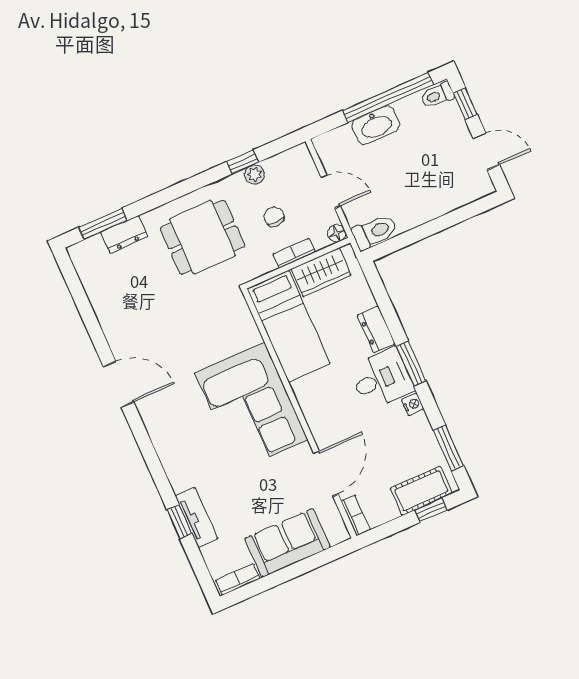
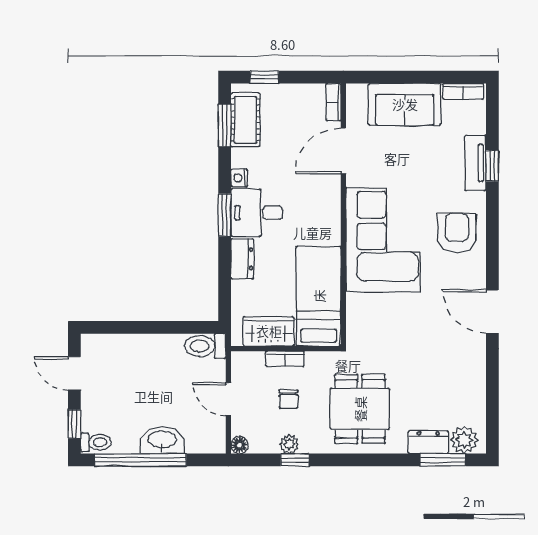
floor lamp: (337, 233) -> (239, 445), moved
dining table: (203, 237) -> (360, 409), turned 90
plant: (91, 251) -> (464, 440), added
armchair: (185, 444) -> (457, 233), added
cot: (421, 491) -> (245, 120), moved, turned 90

